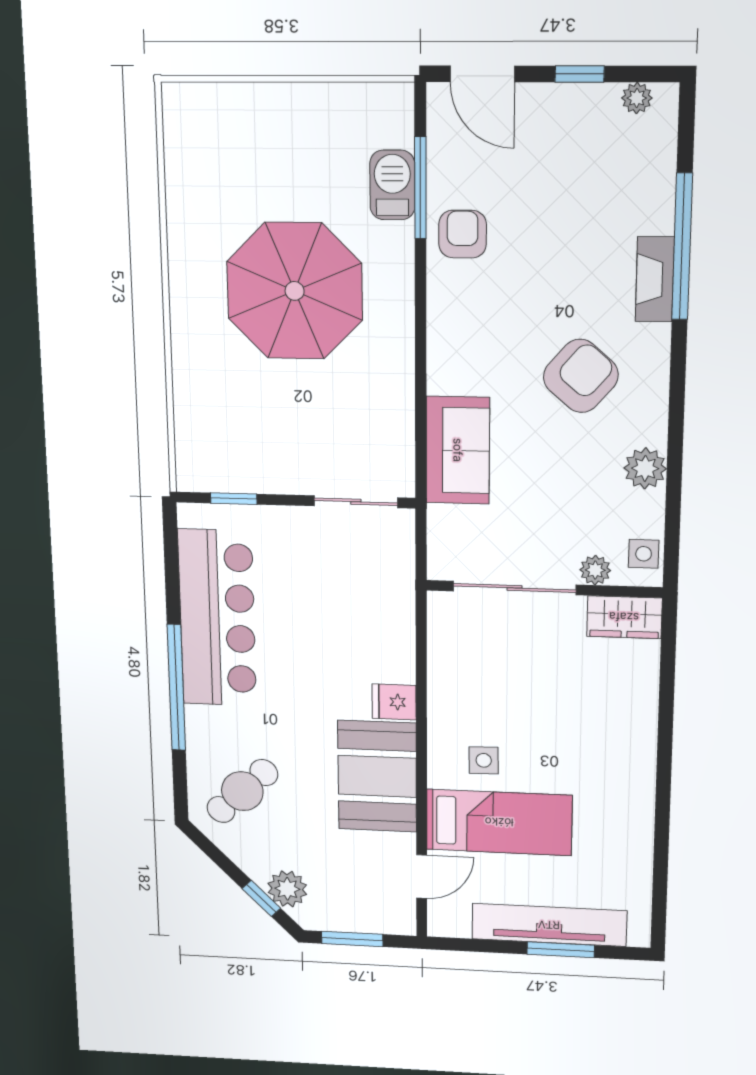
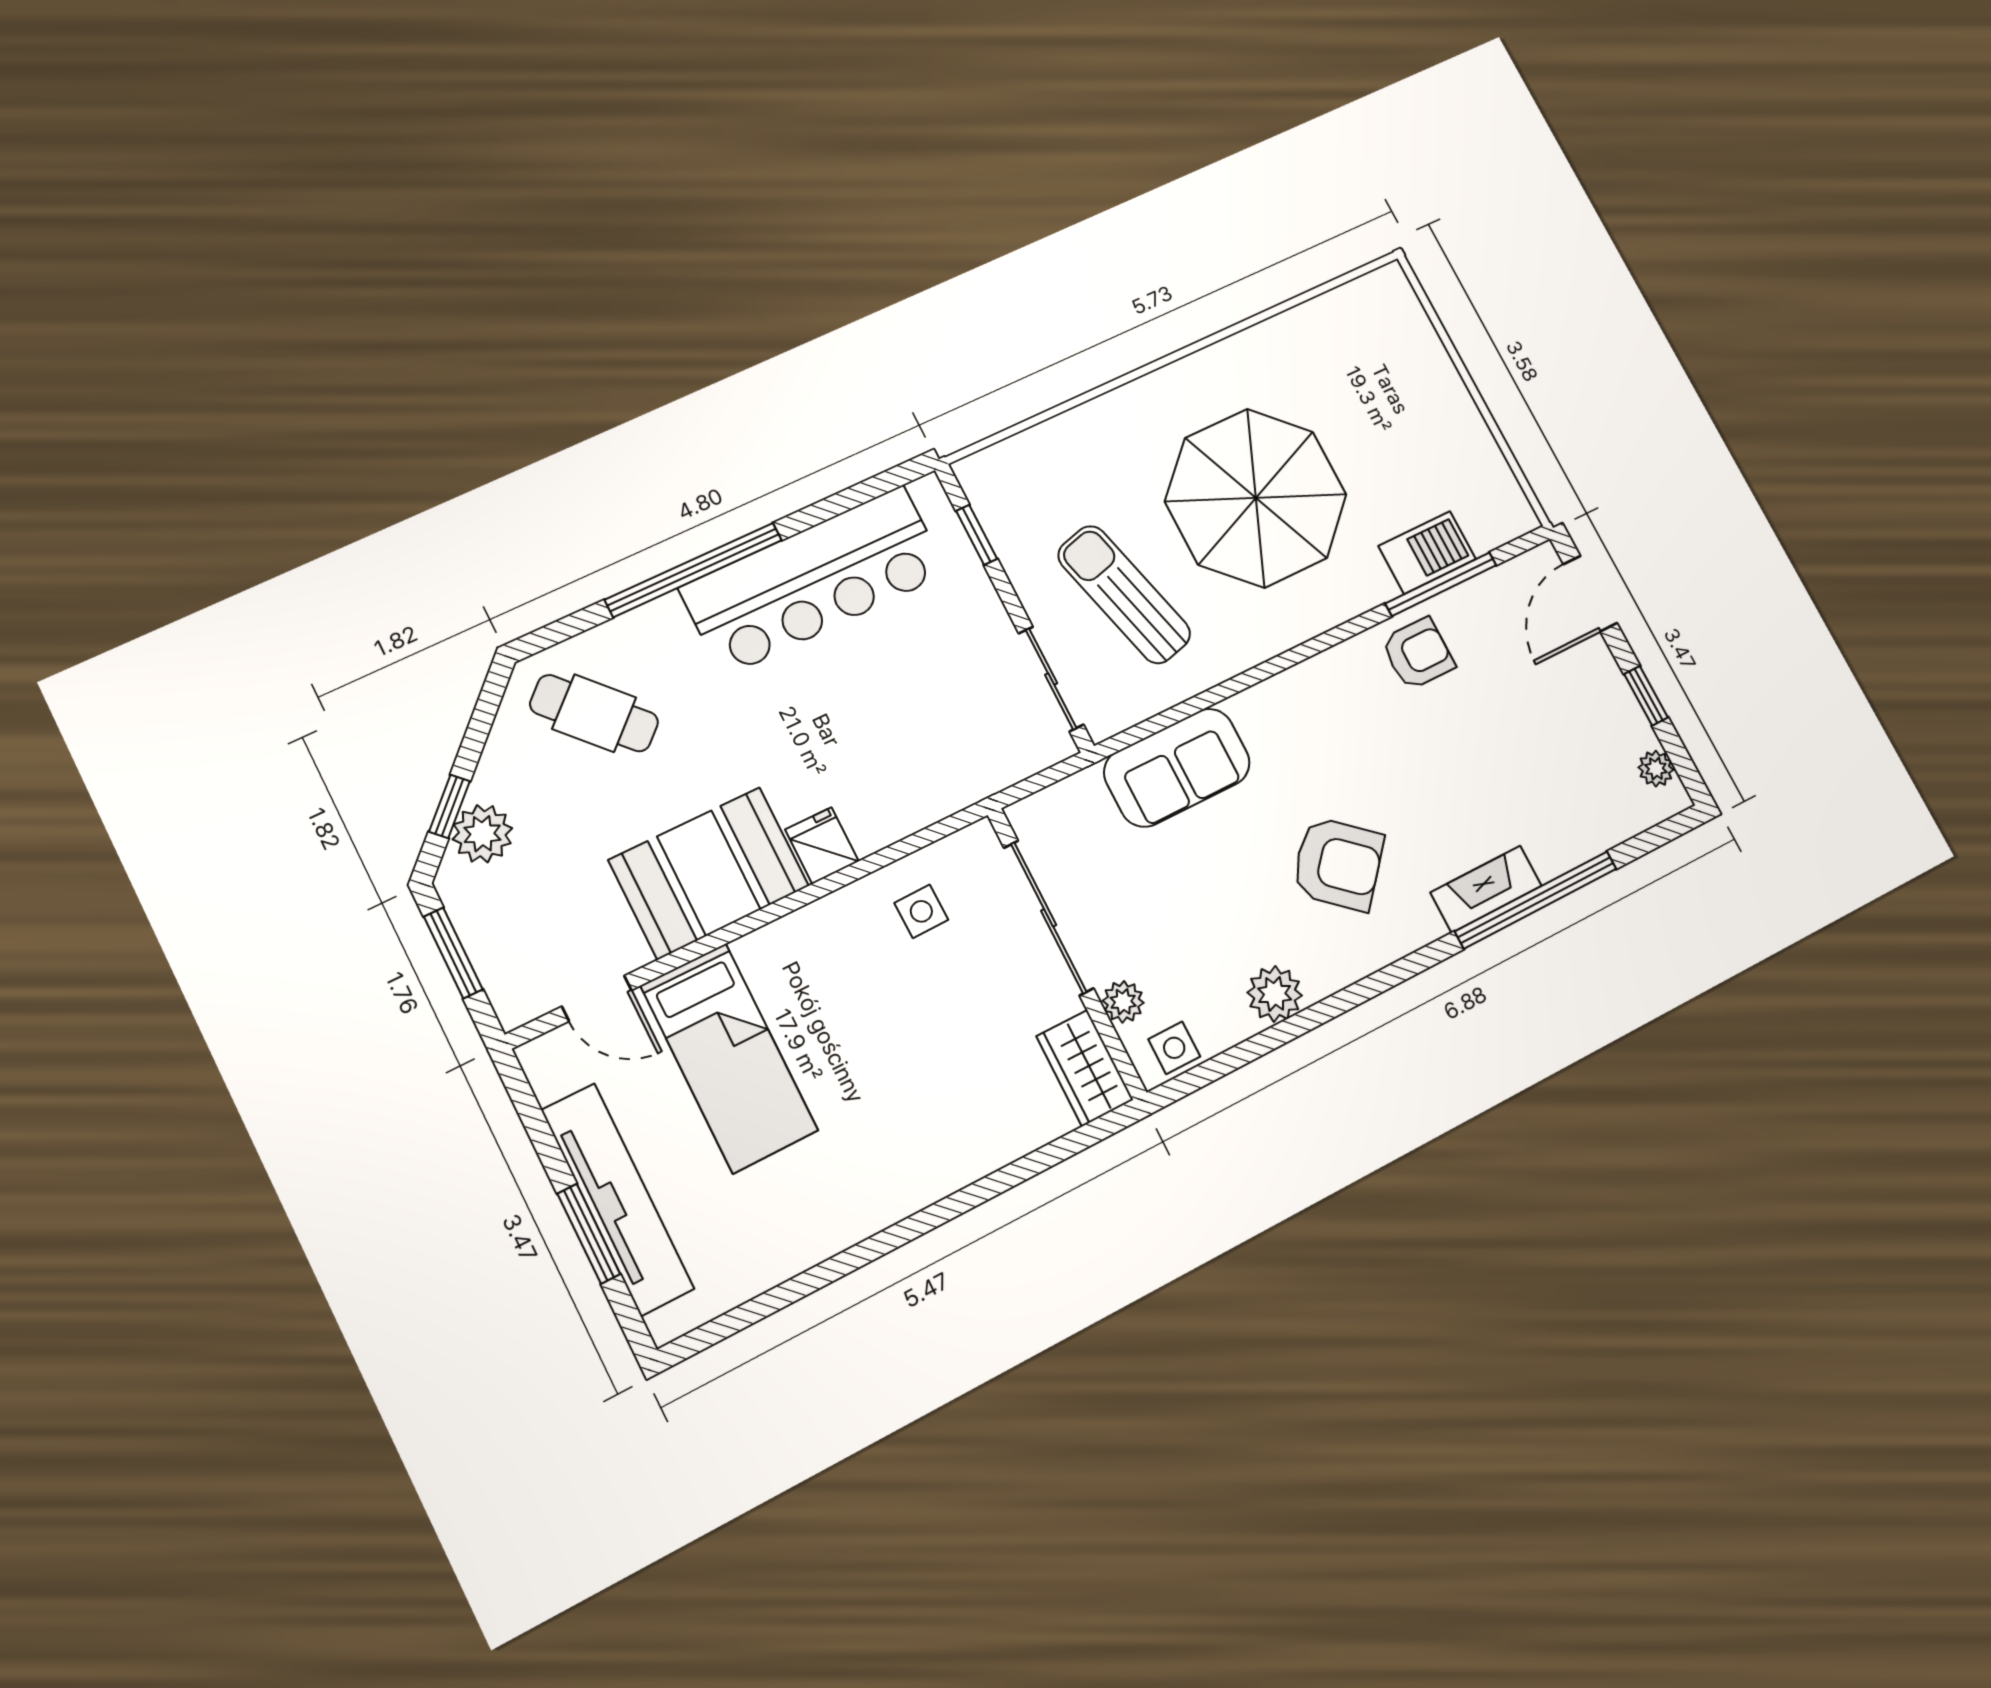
sun lounger: (321, 422) -> (1124, 595), added
side table: (484, 760) -> (921, 911), moved

